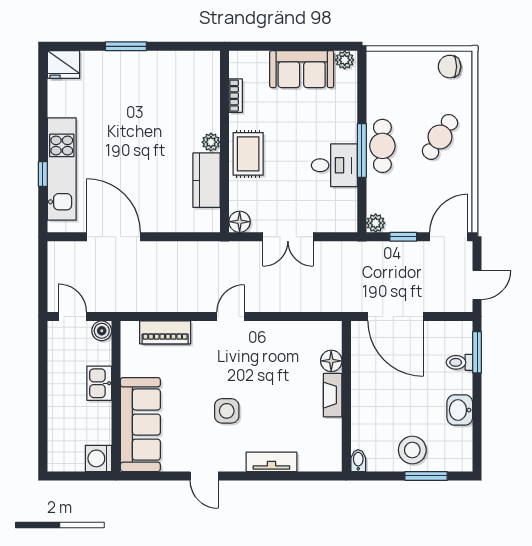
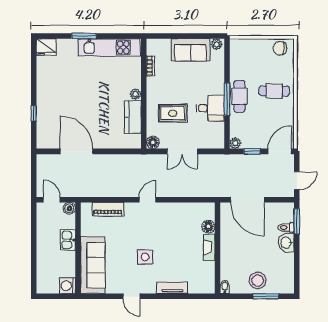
cafe table: (440, 137) -> (274, 91), turned 58
rug: (248, 154) -> (173, 113), moved, turned 90
kitchen unit: (62, 169) -> (109, 47), moved, turned 90
washbasin: (460, 410) -> (286, 243), moved

